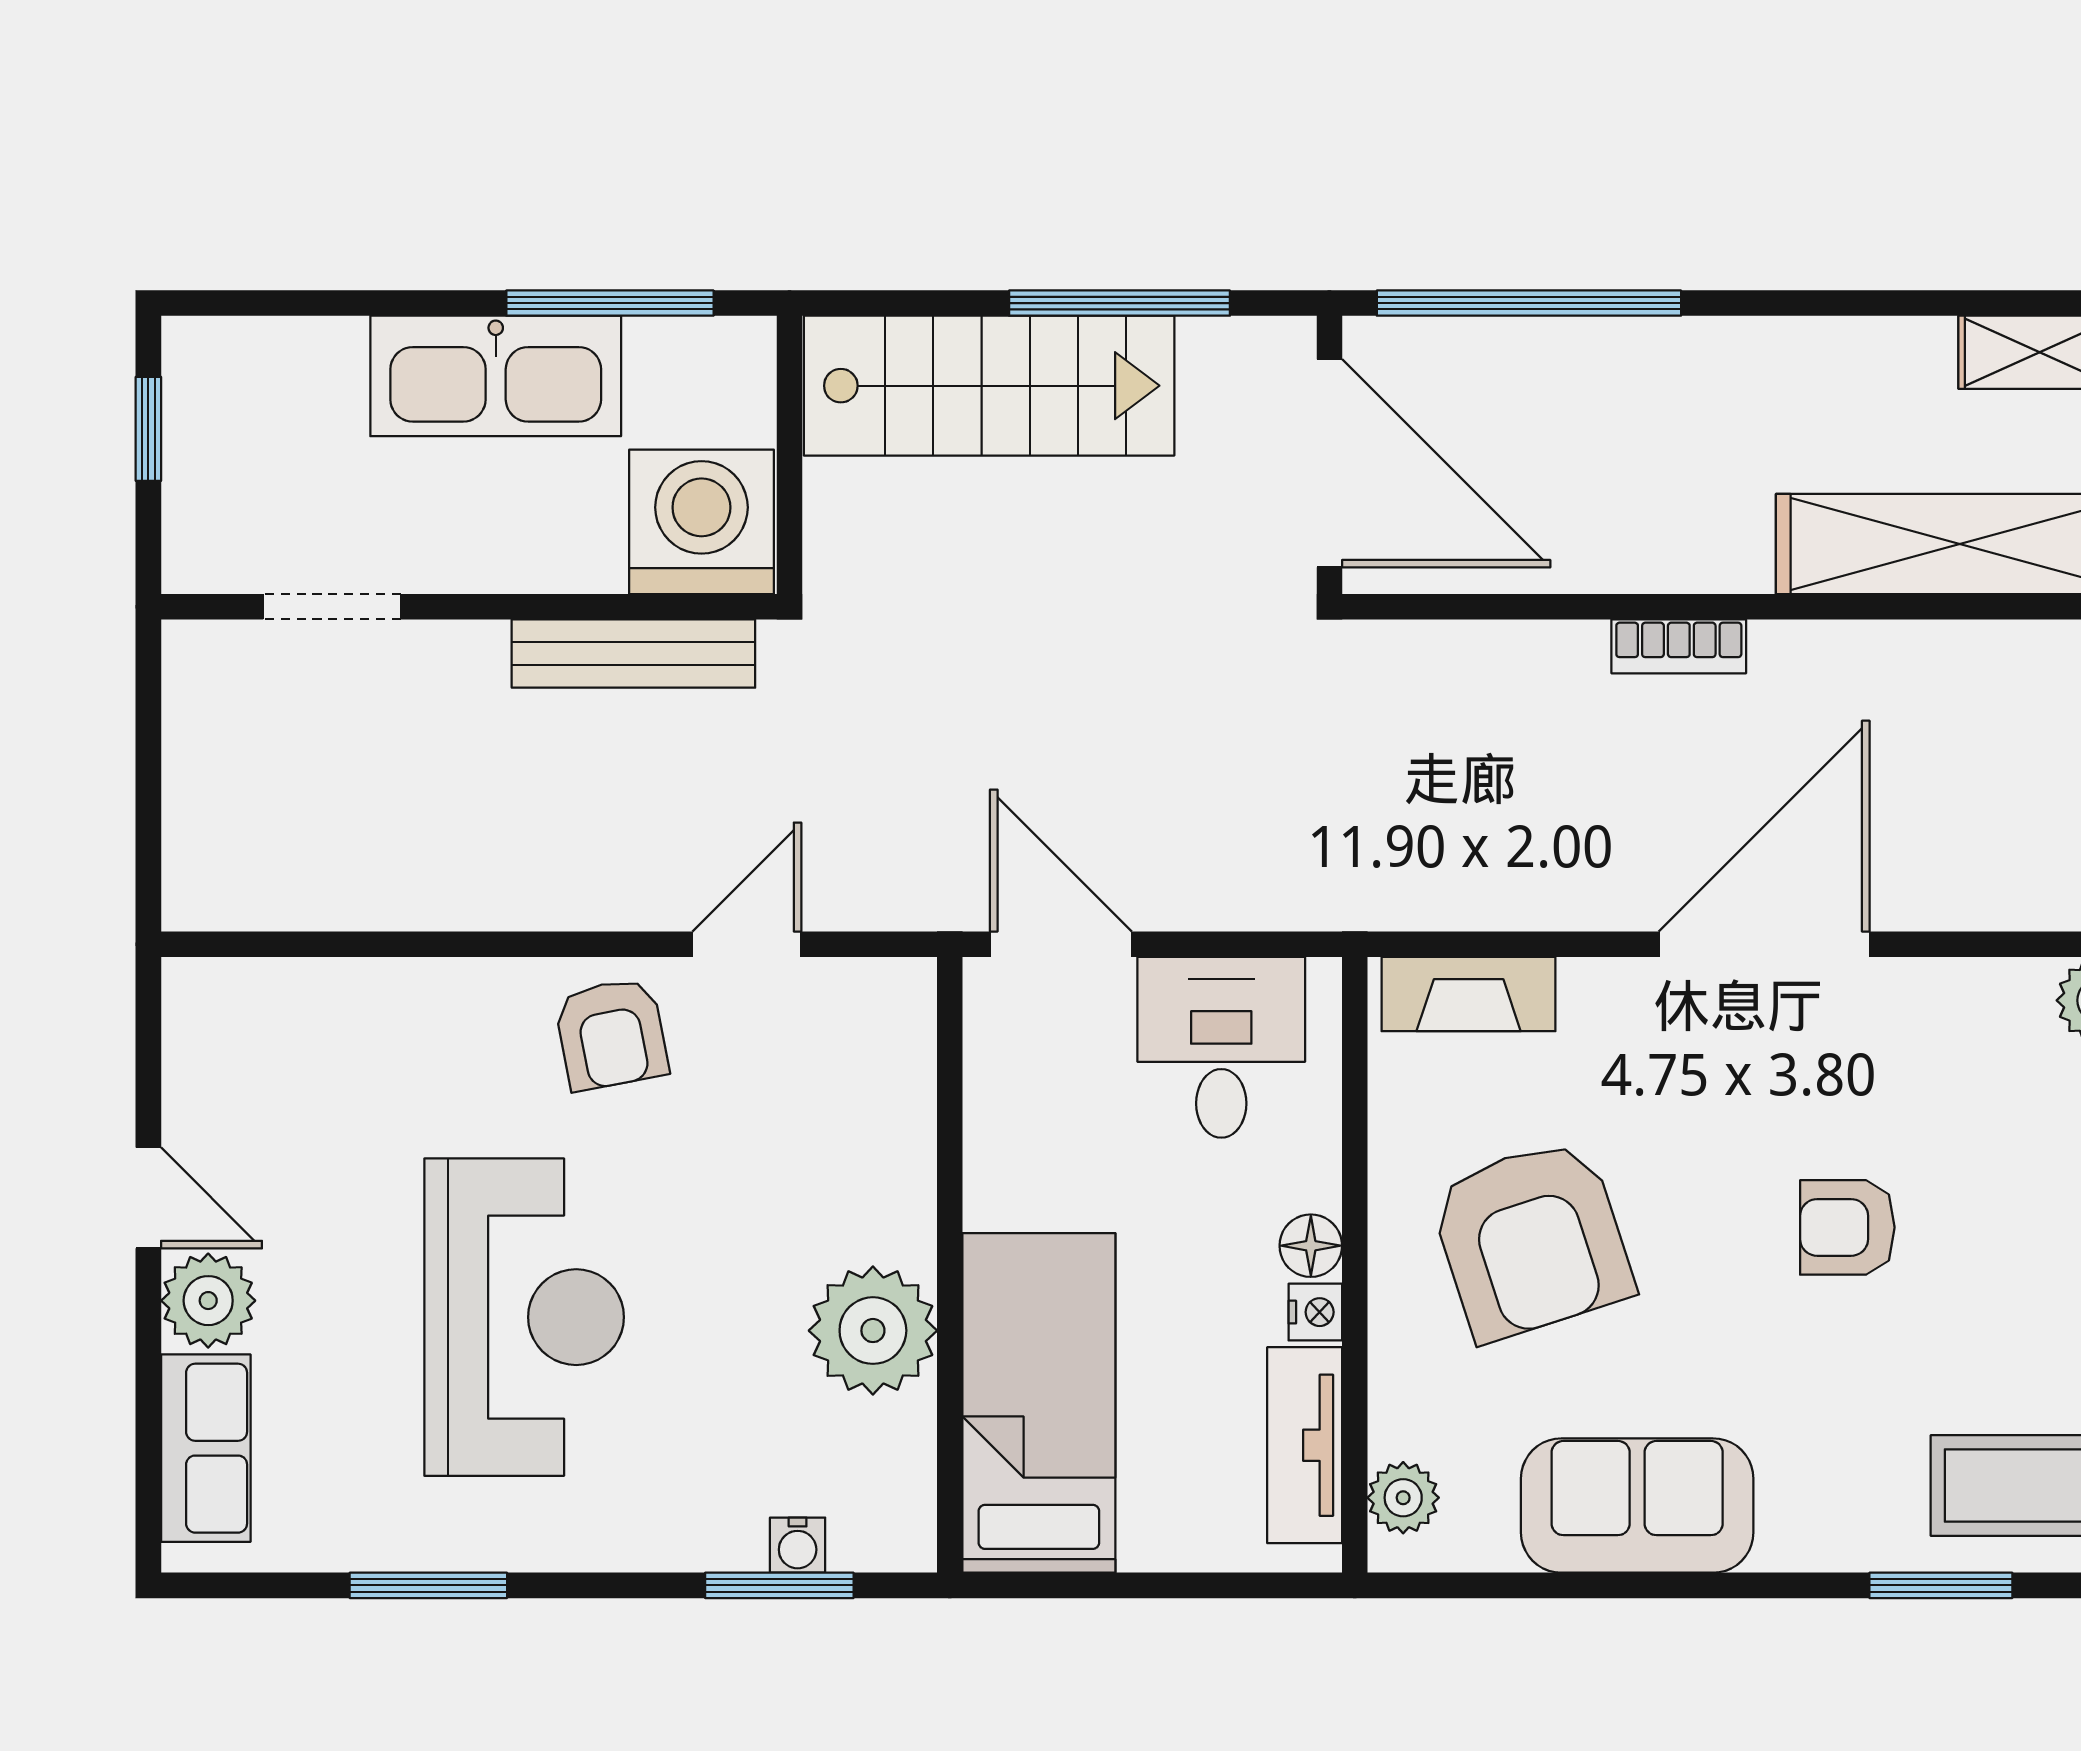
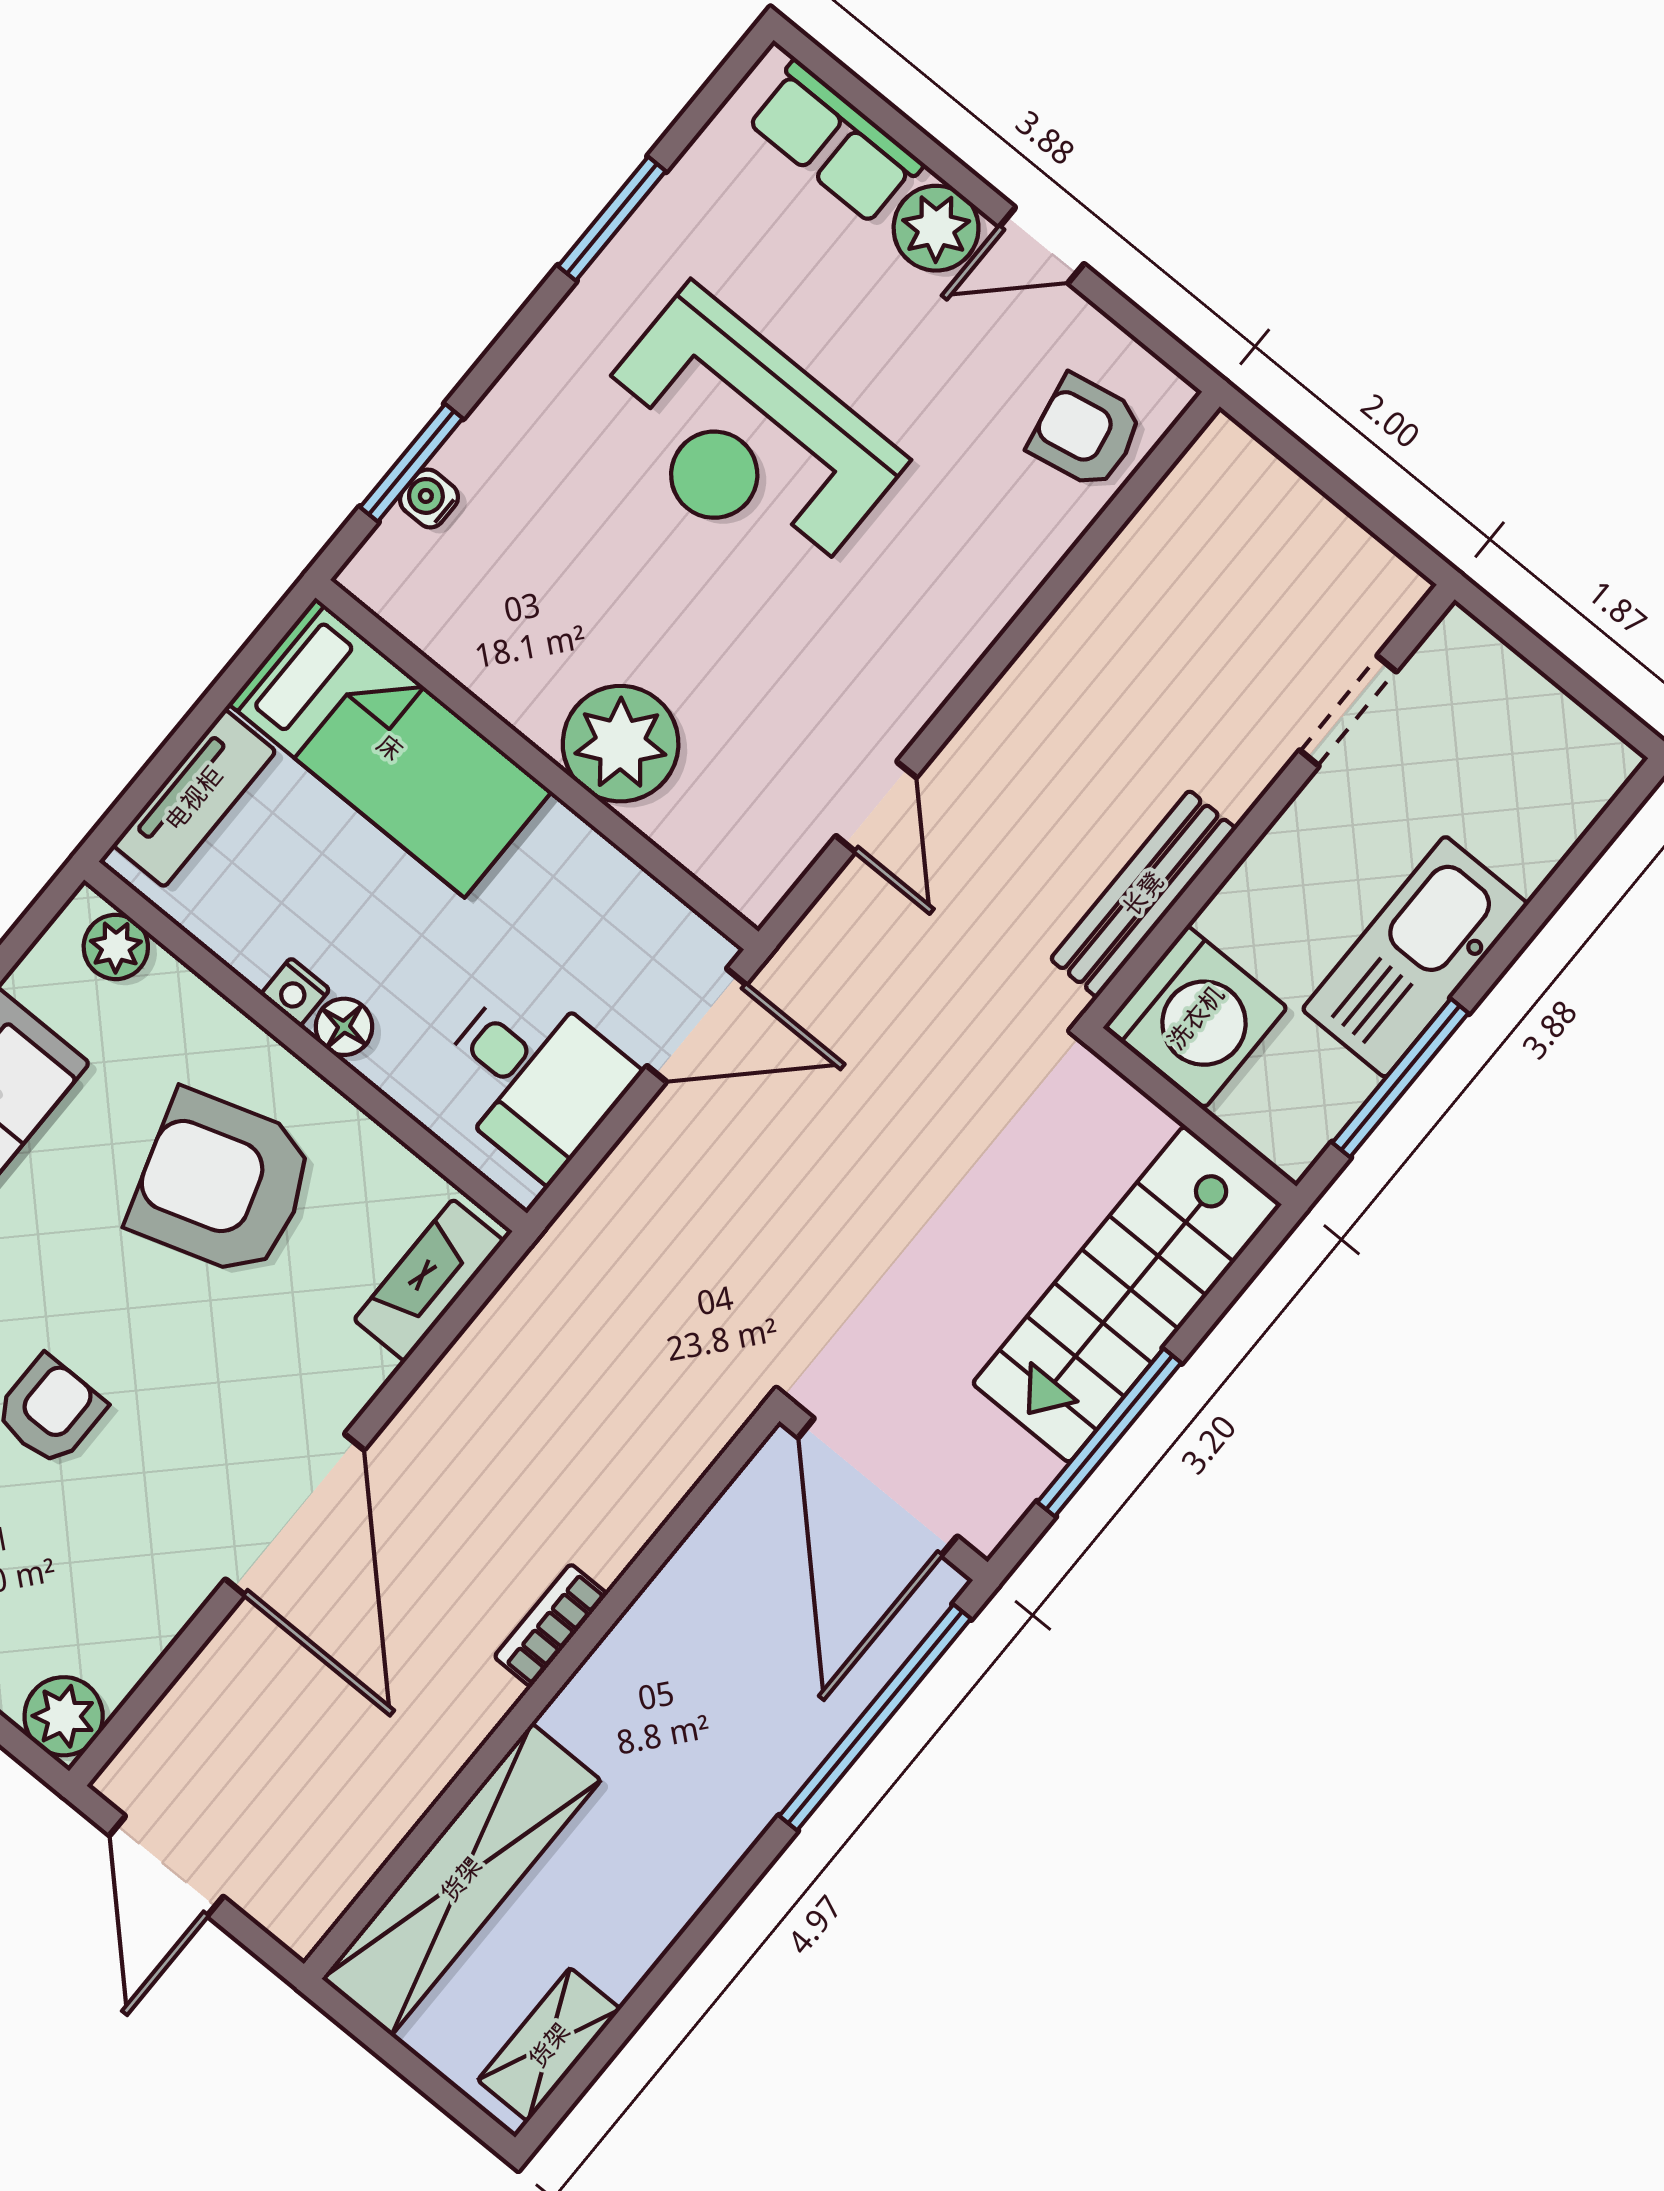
window: (148, 429) -> (1577, 685), removed
door: (1329, 463) -> (878, 1487), hinge flipped
armchair: (611, 1034) -> (1086, 432), moved
plant: (873, 1331) -> (621, 744), moved
tv unit: (1305, 1445) -> (194, 798), moved, turned 90

